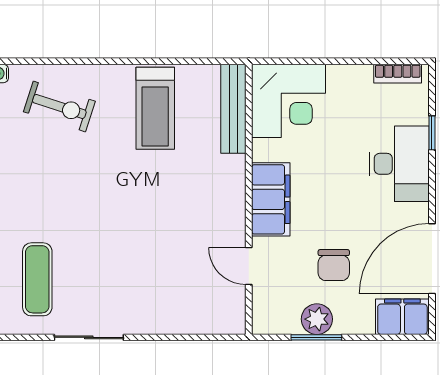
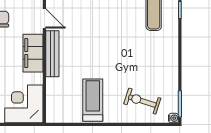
bench: (233, 109) -> (52, 54), moved

